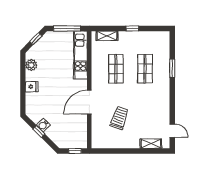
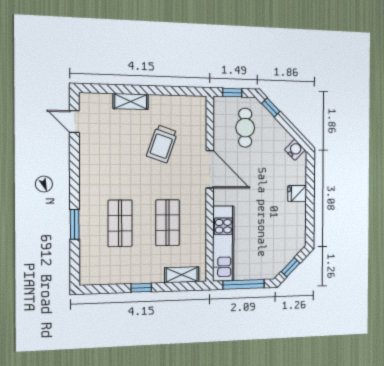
plant: (31, 65) -> (297, 227), removed
door: (89, 102) -> (210, 169), hinge flipped
water cooler: (43, 125) -> (295, 150), moved
cafe table: (66, 129) -> (245, 128), added
window: (39, 131) -> (271, 107), moved
shelving: (151, 144) -> (131, 101), moved

